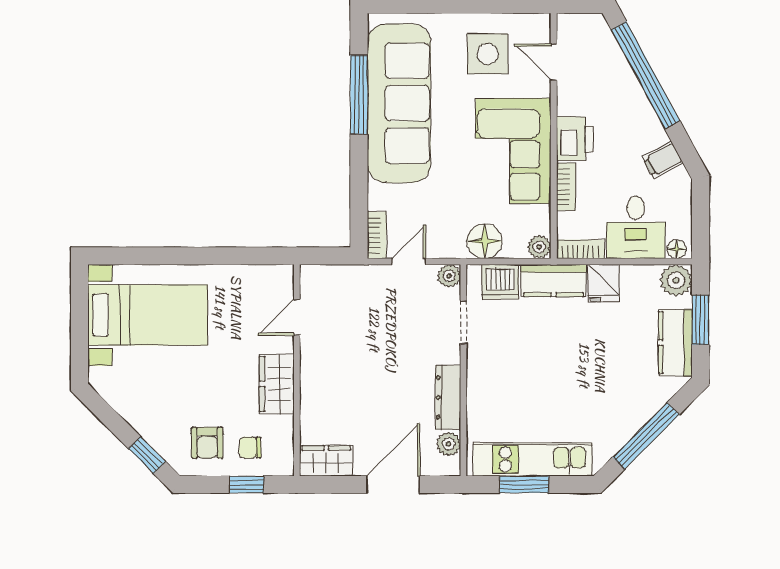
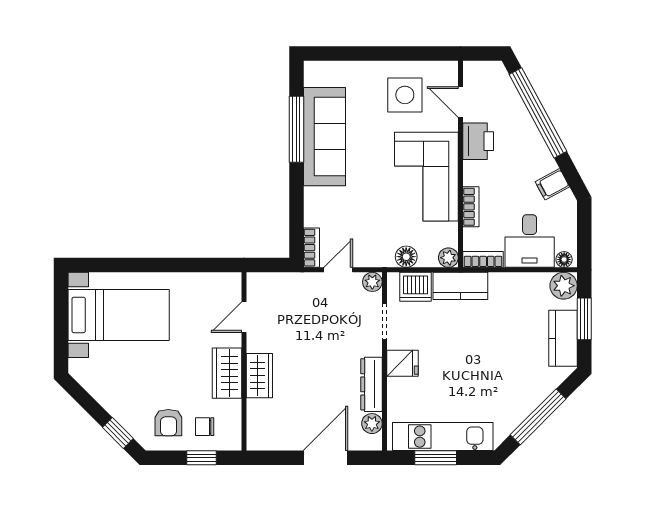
sofa: (399, 103) -> (324, 137), width x0.74, depth x0.79
printer: (575, 139) -> (478, 141), moved
floor lamp: (485, 241) -> (406, 257), width x0.73, depth x0.73
fridge: (604, 283) -> (403, 363), moved, turned -90
wardrobe: (326, 461) -> (259, 376), moved, turned 90

